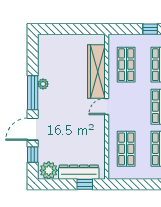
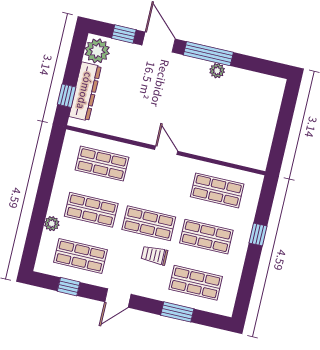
wardrobe: (96, 71) -> (217, 148), removed

